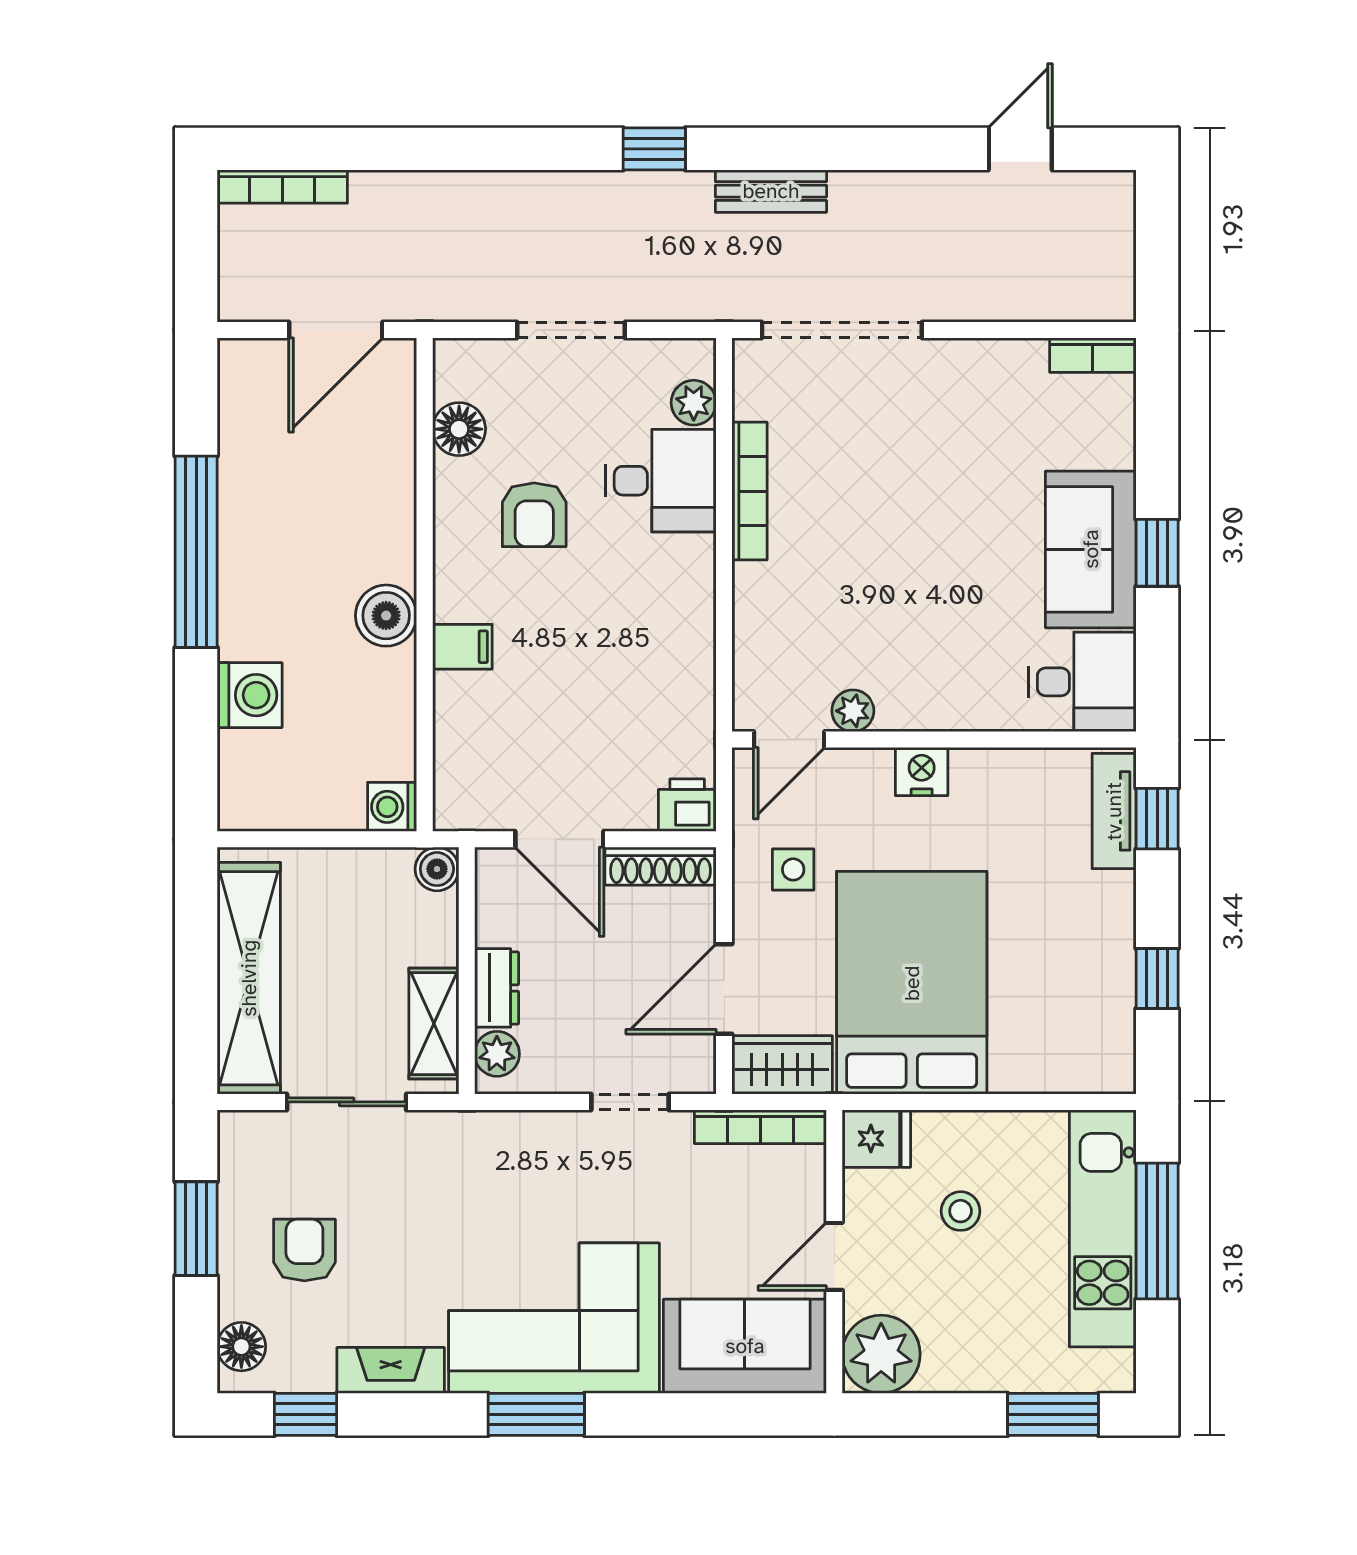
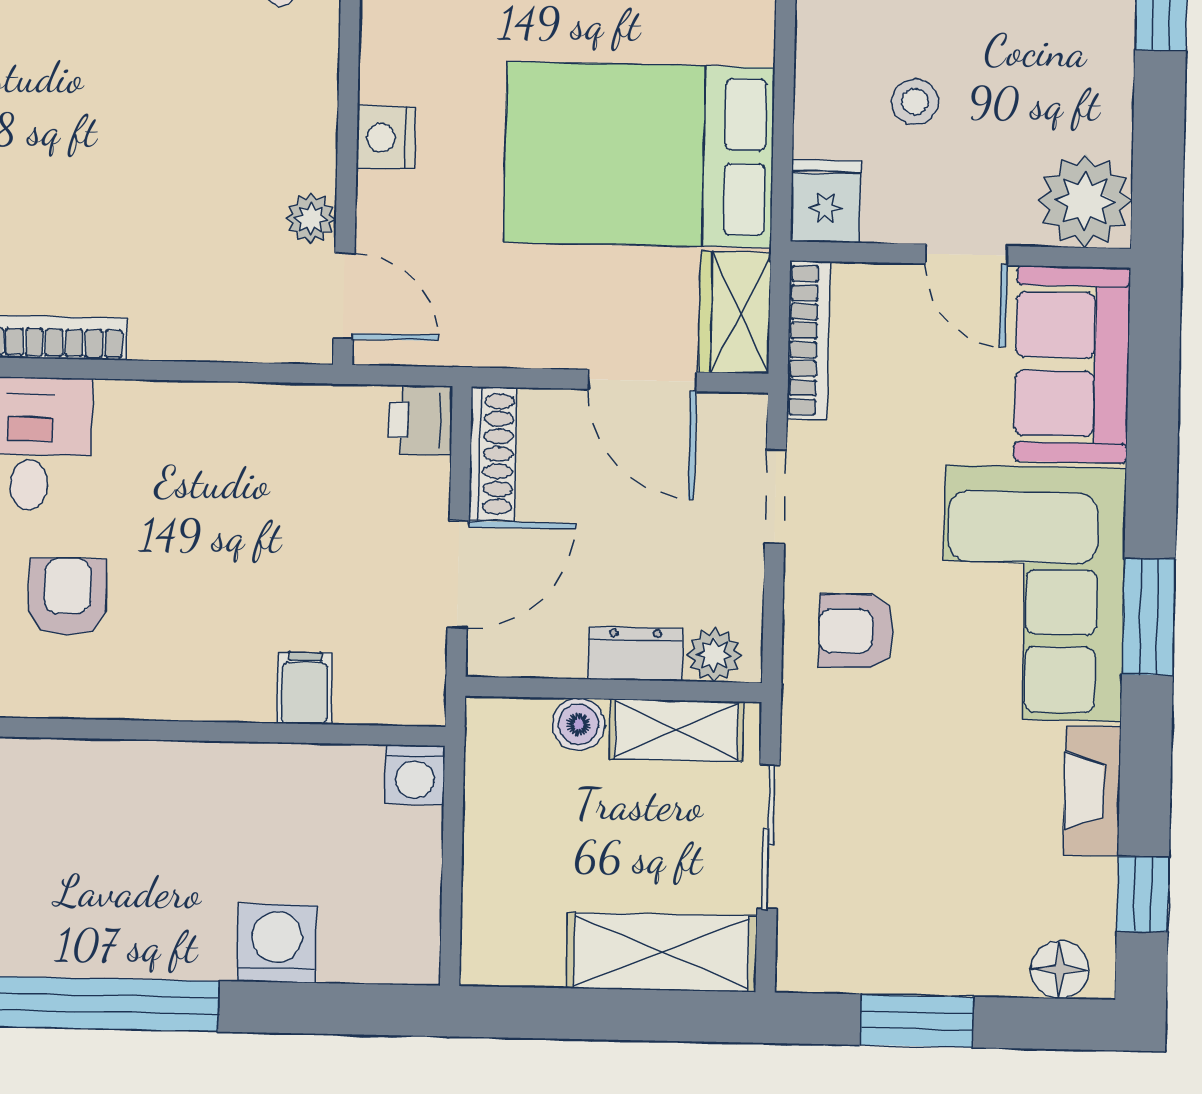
armchair: (534, 515) -> (67, 597), turned -90
boiler: (386, 616) -> (185, 777), removed
filing cabinet: (462, 647) -> (305, 688), moved
boiler: (437, 869) -> (579, 724), moved
side table: (793, 869) -> (500, 294), removed
shelving: (249, 978) -> (661, 952), width x0.68
armchair: (304, 1250) -> (856, 631), moved

